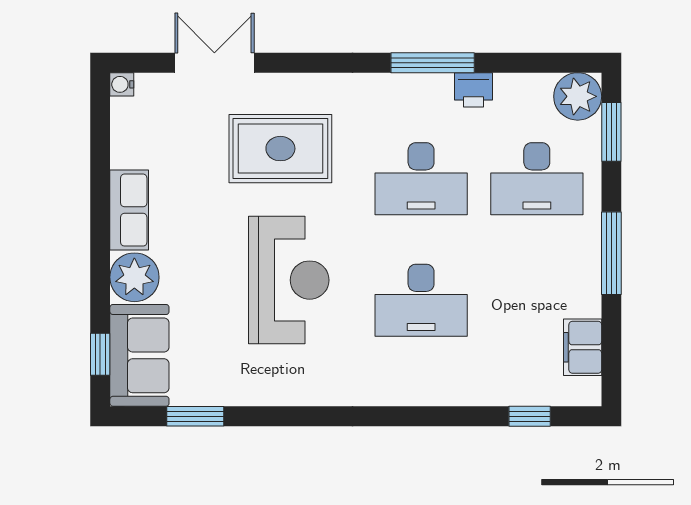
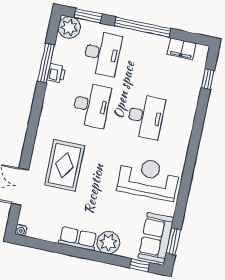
window: (433, 63) -> (46, 63), moved
window: (611, 253) -> (143, 27), width x1.46
reception desk: (289, 280) -> (149, 179), moved
sofa: (139, 355) -> (156, 238), moved, turned -90
window: (195, 416) -> (173, 242), moved

